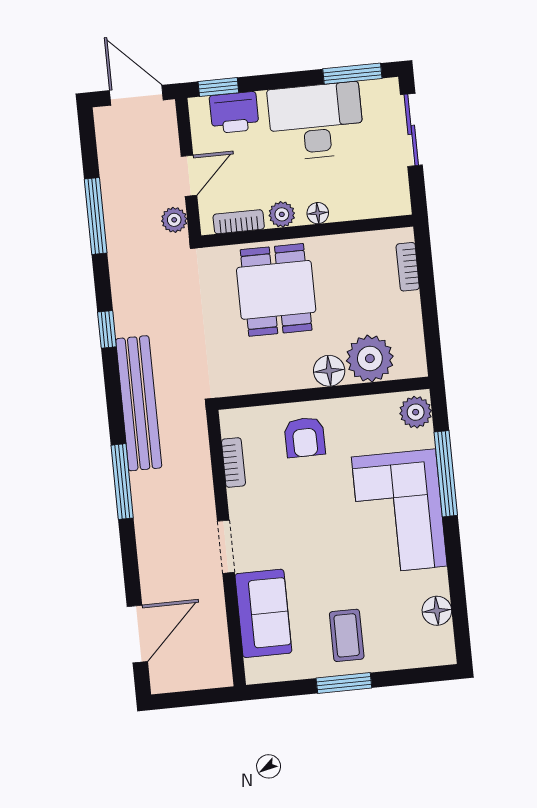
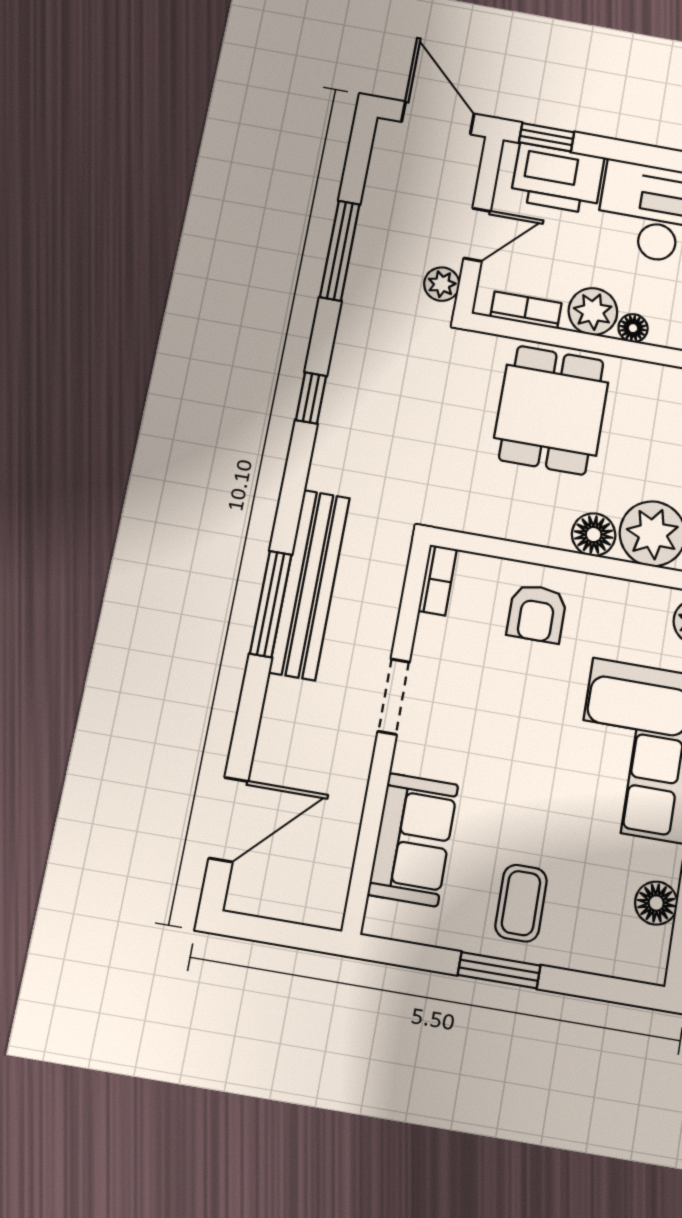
printer: (234, 113) -> (557, 178), width x1.37, depth x1.19
plant: (282, 214) -> (593, 311), width x1.38, depth x1.38
bench: (139, 403) -> (310, 585), moved
bookcase: (233, 462) -> (438, 580), moved
doorway: (226, 547) -> (394, 697), moved

